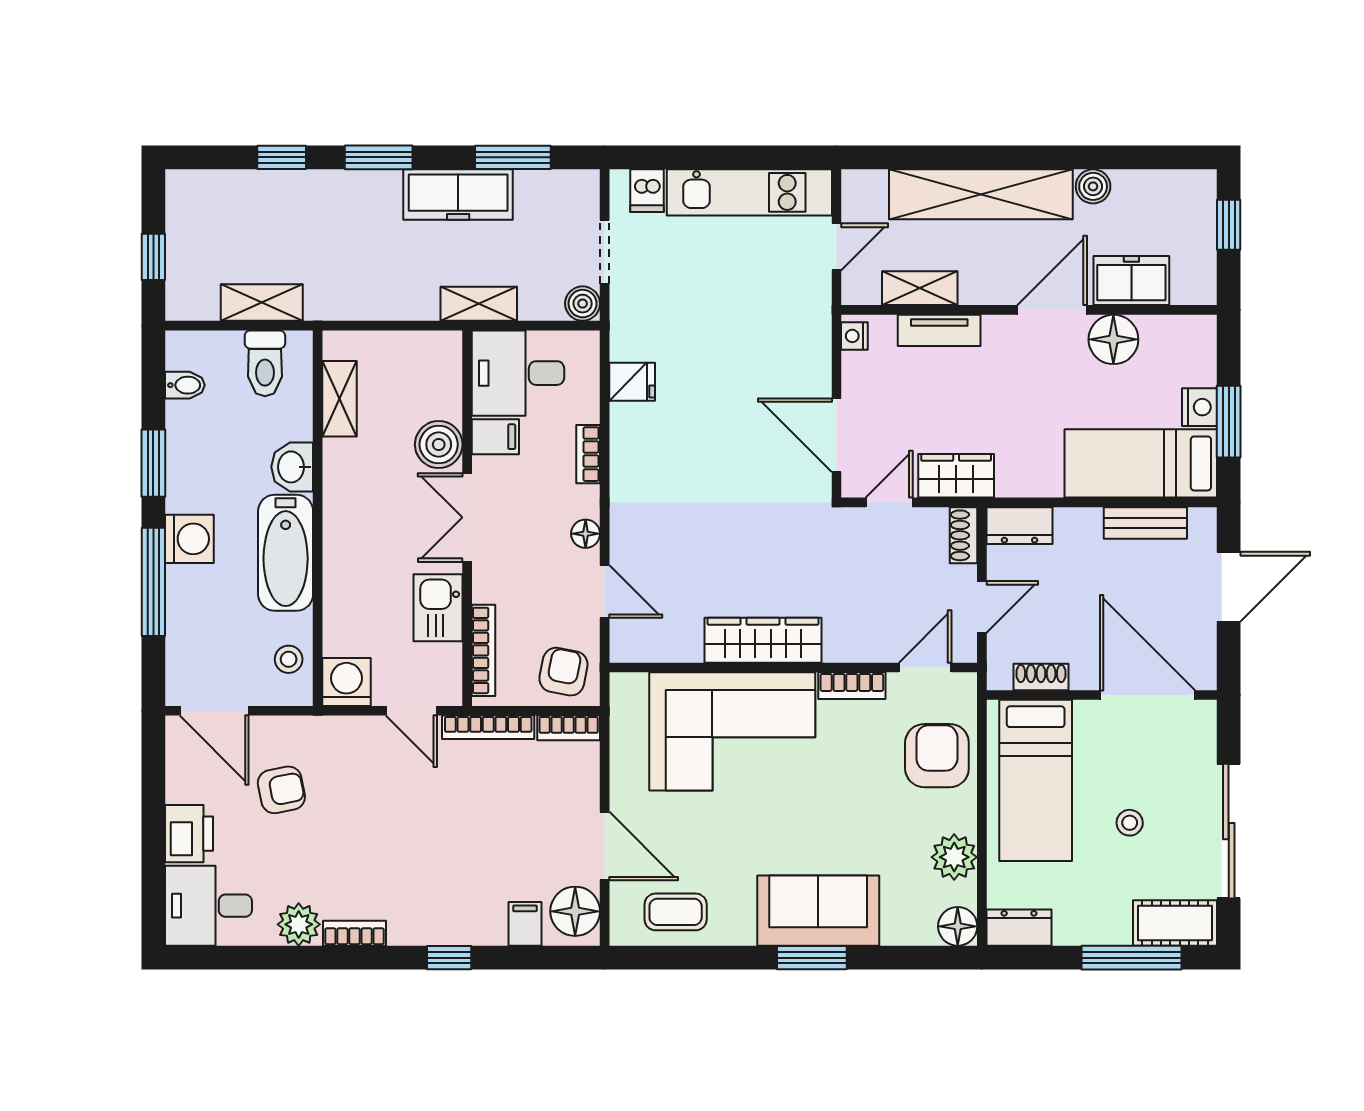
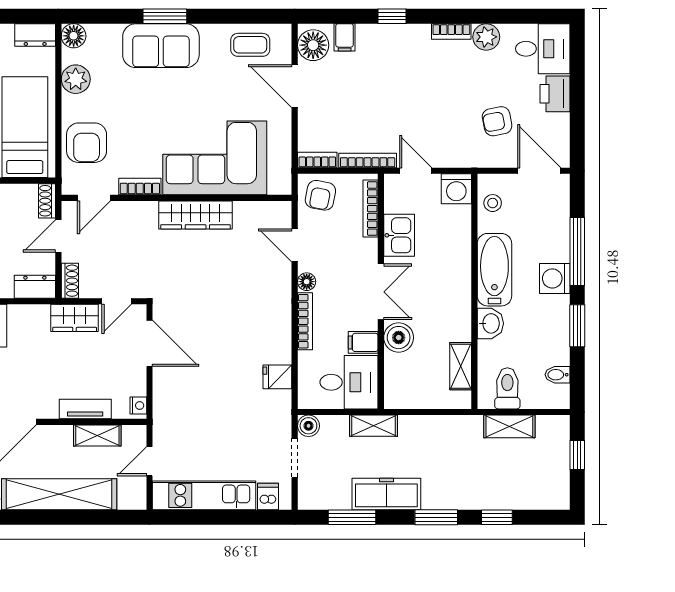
bookcase: (588, 454) -> (305, 321), width x1.56
shoe rack: (1041, 677) -> (47, 201), moved, turned 90

